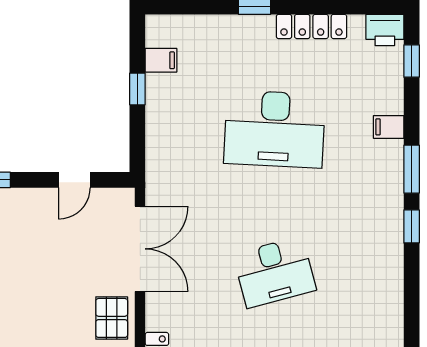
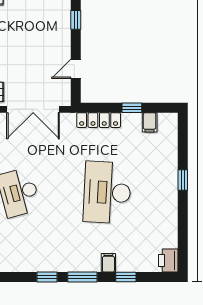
locker: (311, 26) -> (99, 120), moved, turned -90
window: (412, 61) -> (126, 277), moved
door: (74, 180) -> (76, 69), hinge flipped

